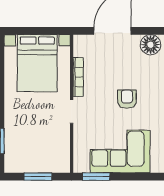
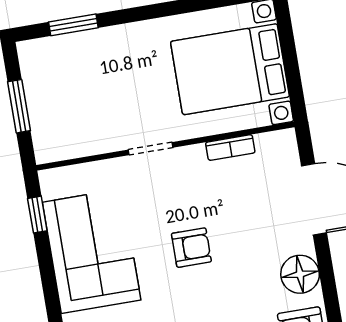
bookcase: (78, 77) -> (230, 148), width x0.64
window: (96, 177) -> (37, 215), width x0.67

